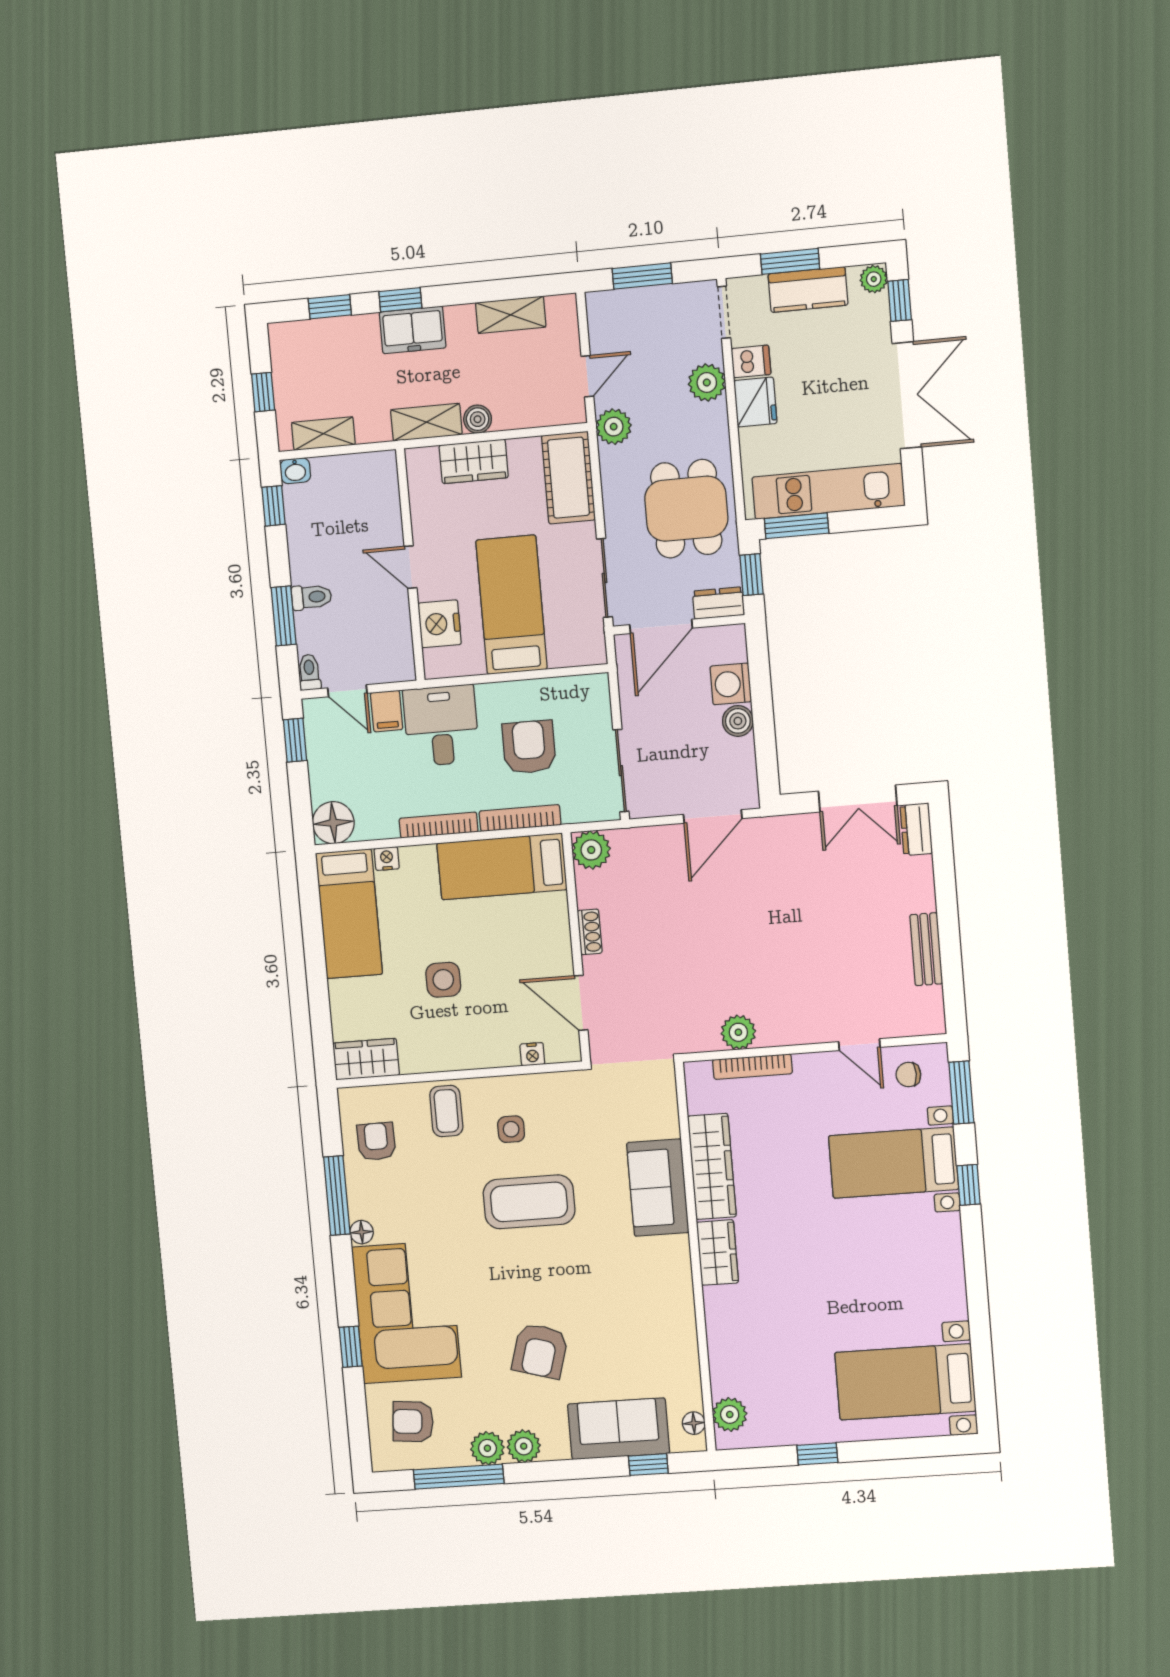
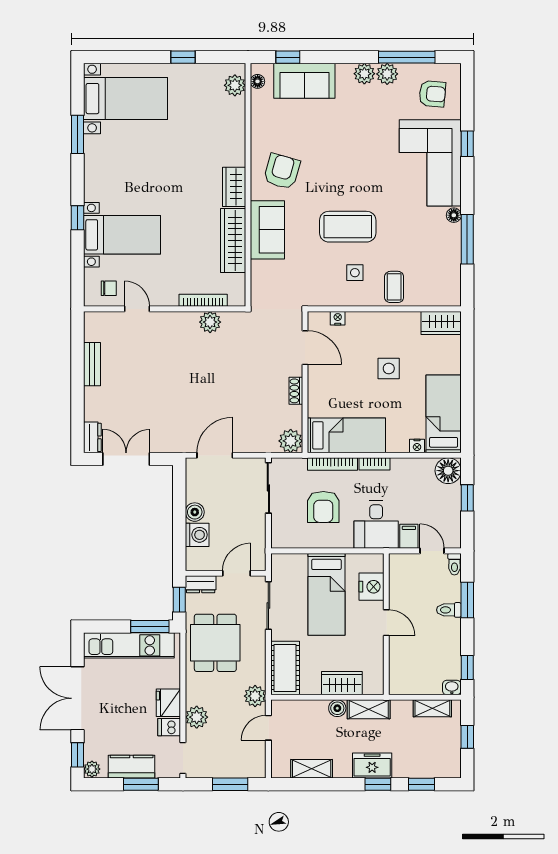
door: (661, 626) -> (237, 573), width x0.73
window: (295, 740) -> (467, 498), moved
bookcase: (439, 825) -> (374, 464), width x0.64
window: (961, 1093) -> (78, 134), moved
armchair: (376, 1141) -> (439, 271), removed
armchair: (540, 1351) -> (282, 171), moved

